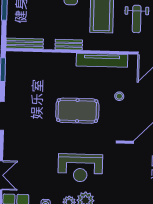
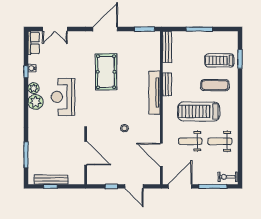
tv unit: (102, 60) -> (155, 93), moved
pool table: (77, 111) -> (106, 72), moved

